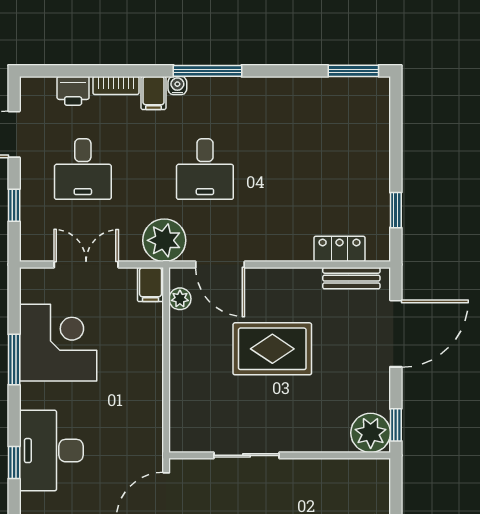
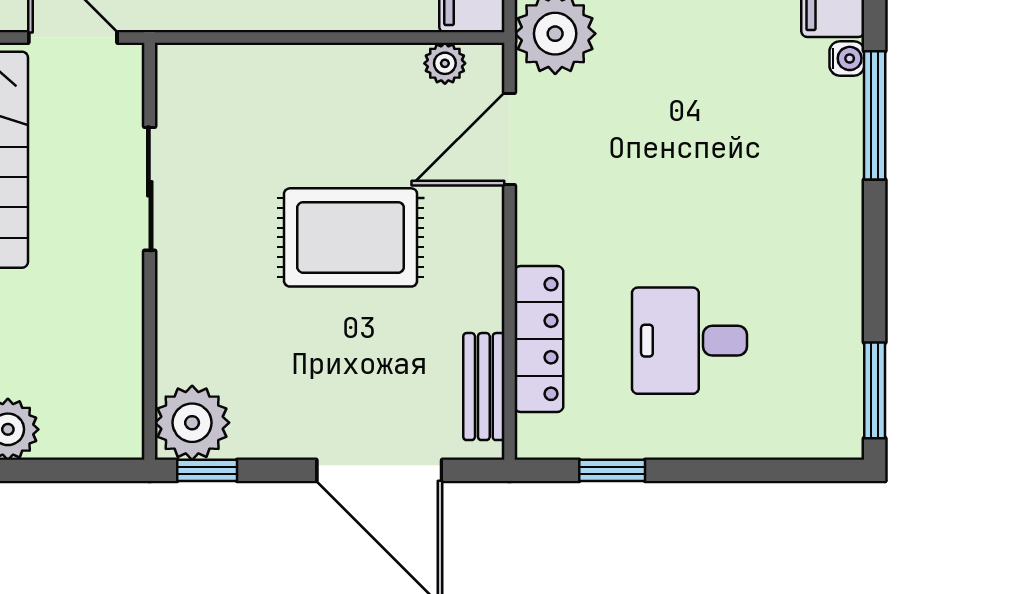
desk: (205, 169) -> (689, 341), moved
locker: (340, 249) -> (539, 339), width x1.53
rug: (272, 349) -> (351, 237), turned 90

